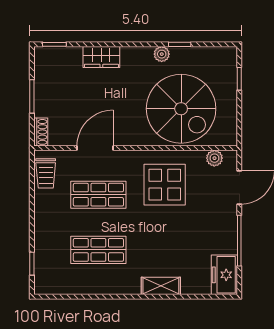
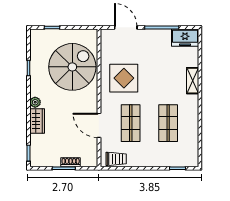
plant: (162, 54) -> (35, 102), moved
shoe rack: (41, 132) -> (71, 162), moved
plant: (214, 158) -> (106, 44), removed

